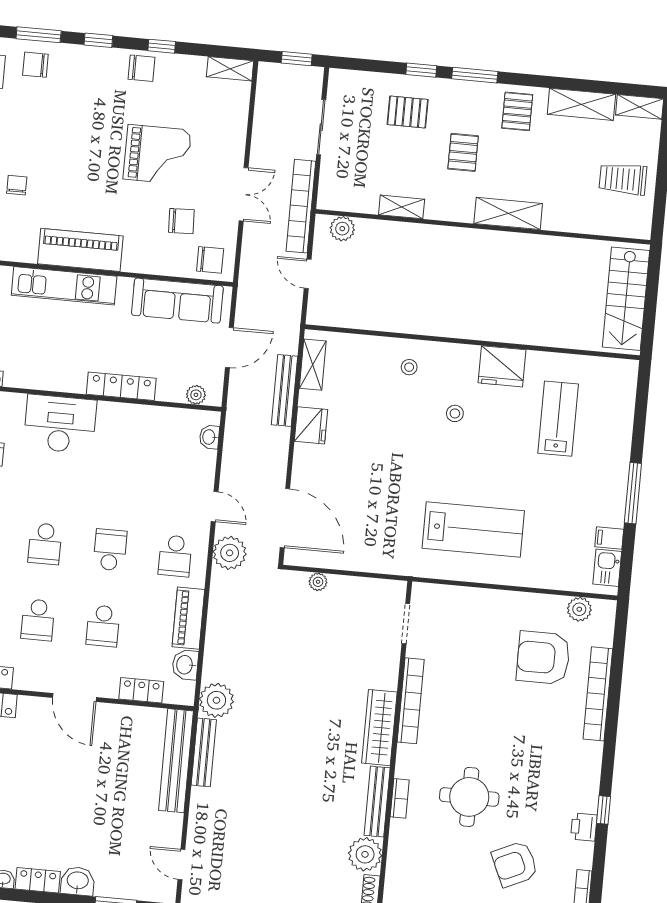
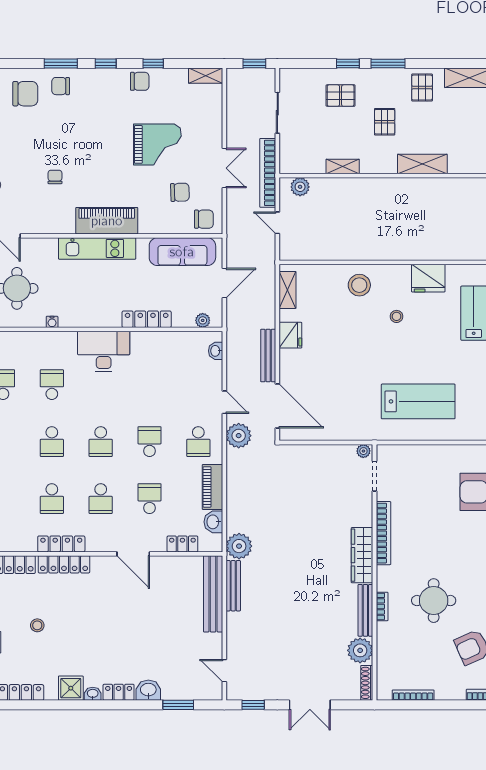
stool: (409, 367) -> (359, 285), width x1.89, depth x1.89
bench: (284, 390) -> (268, 355), moved
plant: (318, 582) -> (363, 451), moved
school desk: (103, 626) -> (150, 499), turned 180

